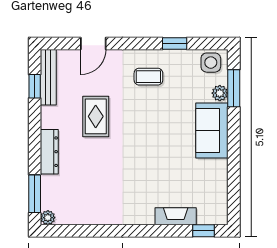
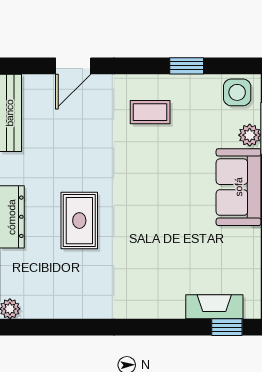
rug: (96, 116) -> (79, 221), moved
fireplace: (176, 216) -> (214, 307), moved

